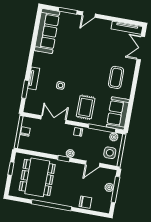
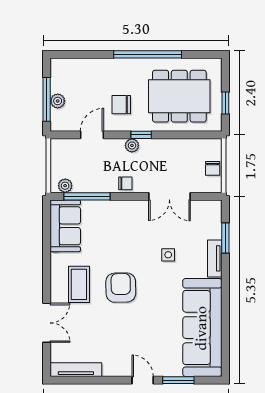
door: (89, 15) -> (143, 380), hinge flipped
sofa: (47, 31) -> (202, 328), width x1.36, depth x1.27
double door: (141, 48) -> (47, 323), moved
armchair: (92, 71) -> (121, 288), added
rug: (86, 107) -> (120, 226), removed
side table: (110, 153) -> (67, 158), removed
dining table: (37, 177) -> (179, 96), turned 90
chair: (85, 202) -> (121, 105), moved

